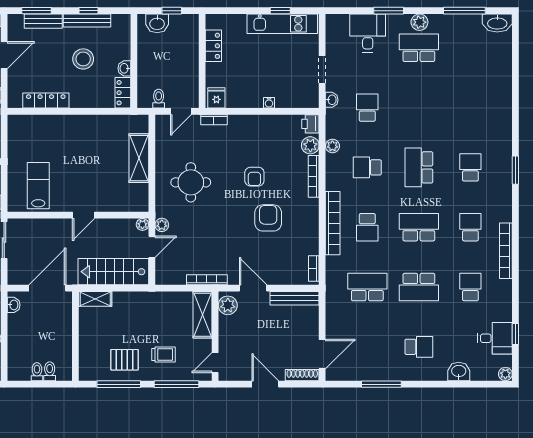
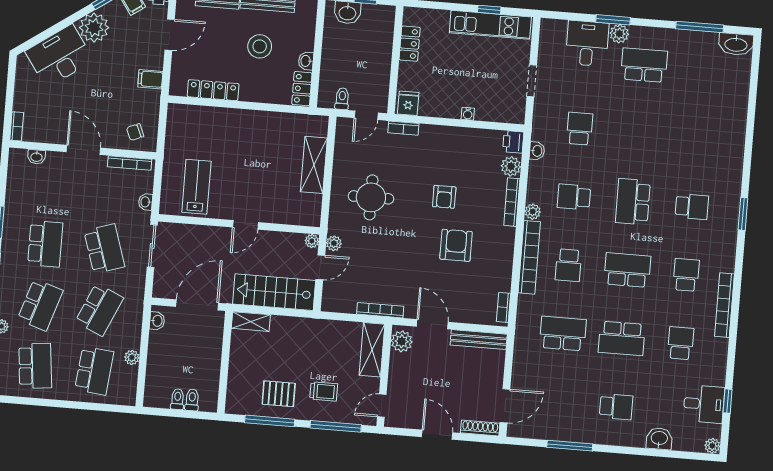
plant: (419, 22) -> (619, 34), moved
washbasin: (332, 100) -> (537, 151), moved
plant: (332, 146) -> (533, 212), moved
school desk: (470, 167) -> (692, 207), turned 90

